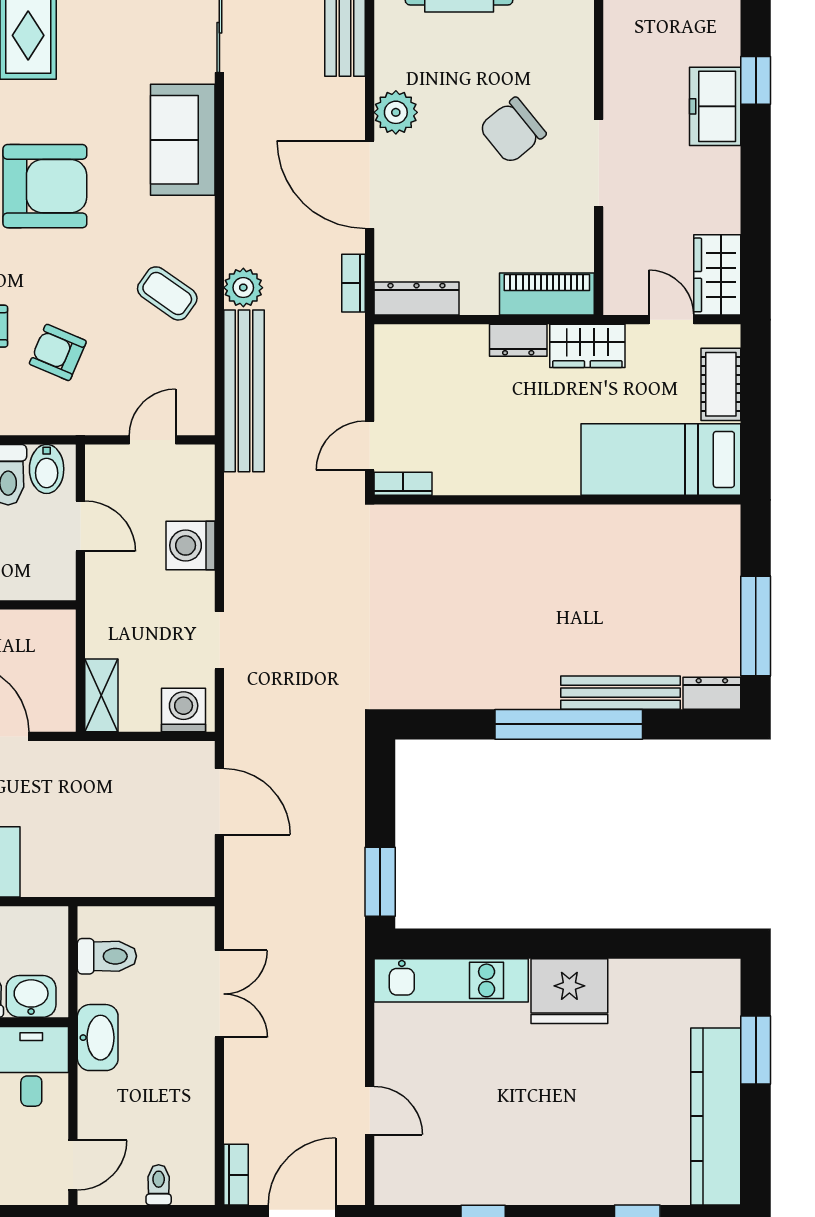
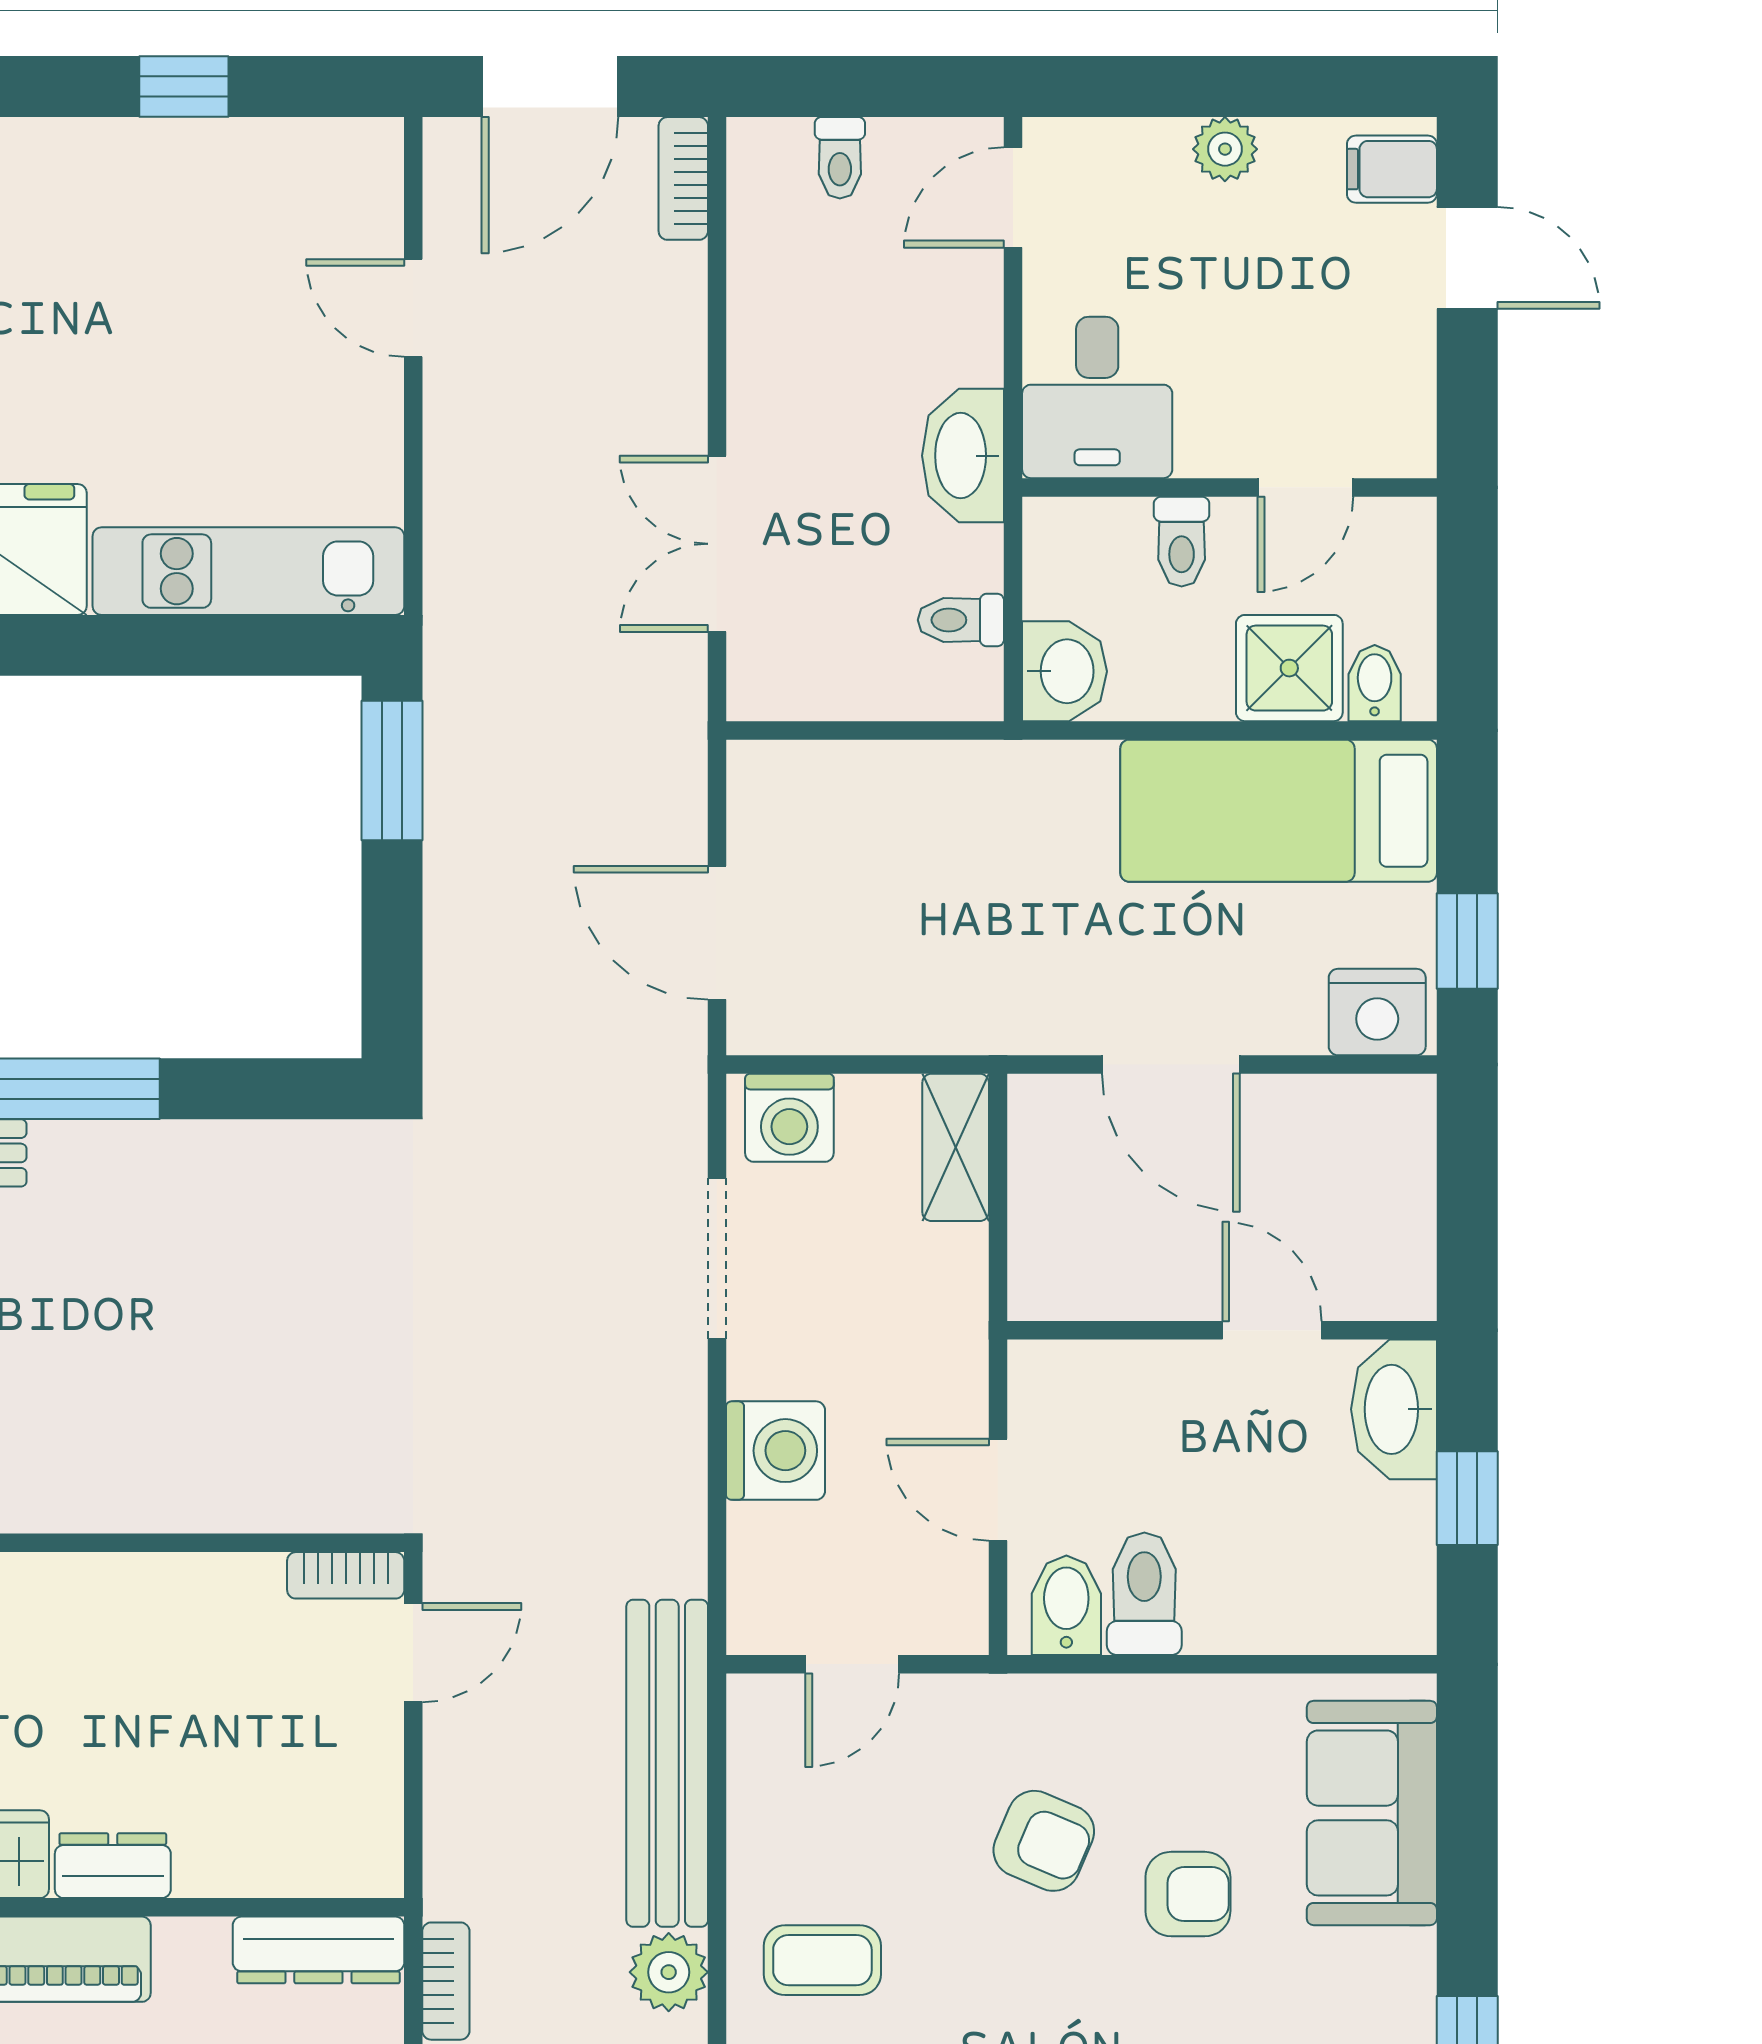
coffee table: (167, 293) -> (822, 1960), turned -35
doorway: (219, 640) -> (717, 1259), width x1.38
toilet: (107, 956) -> (961, 620), width x0.73, depth x0.72
washbasin: (31, 996) -> (1065, 671), moved, turned -90

